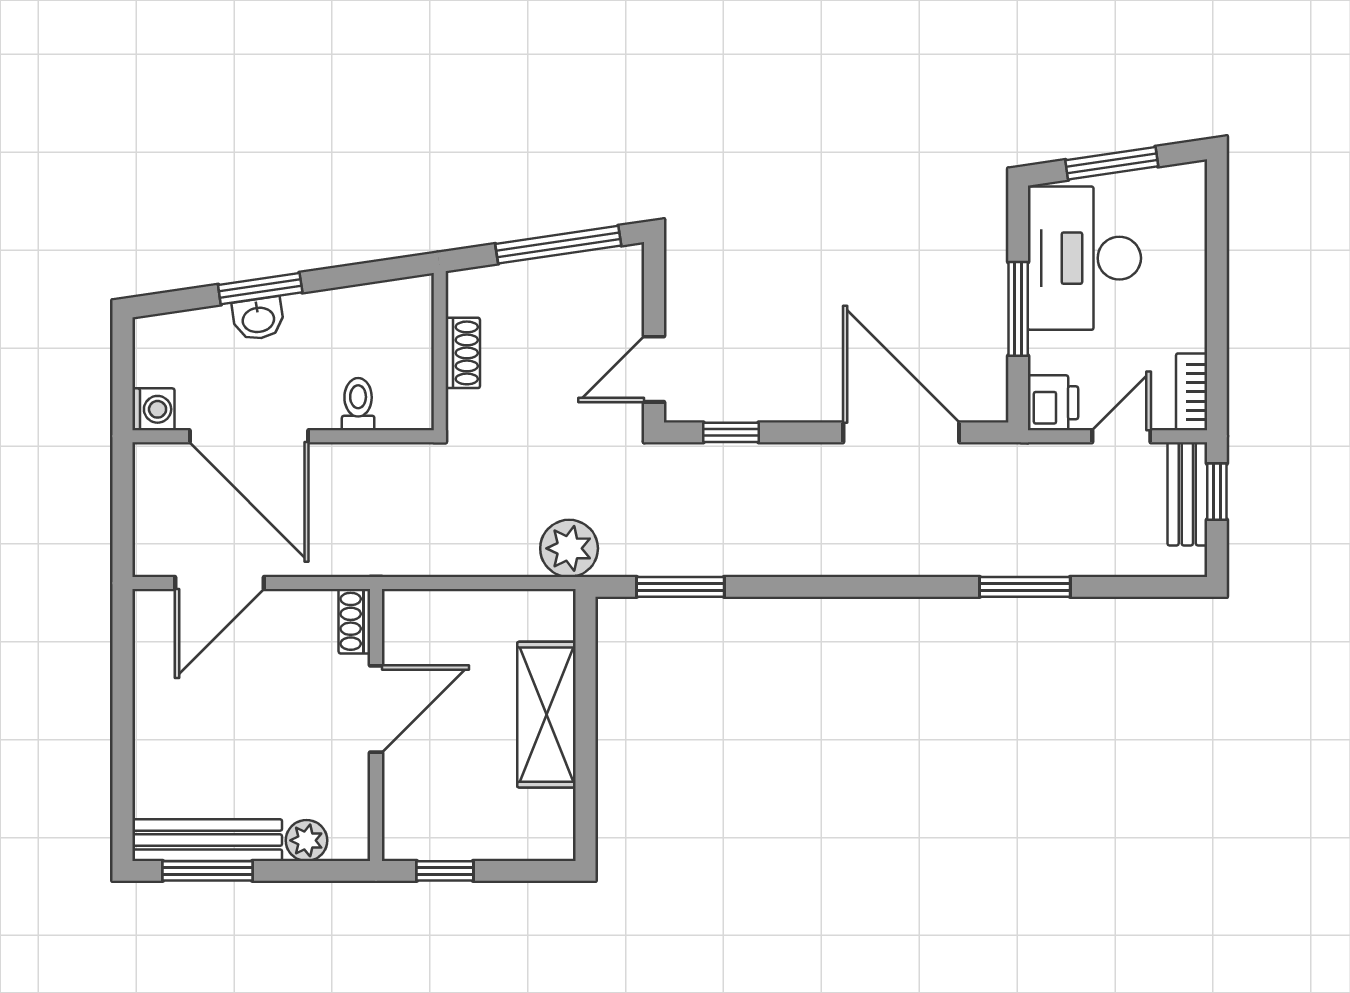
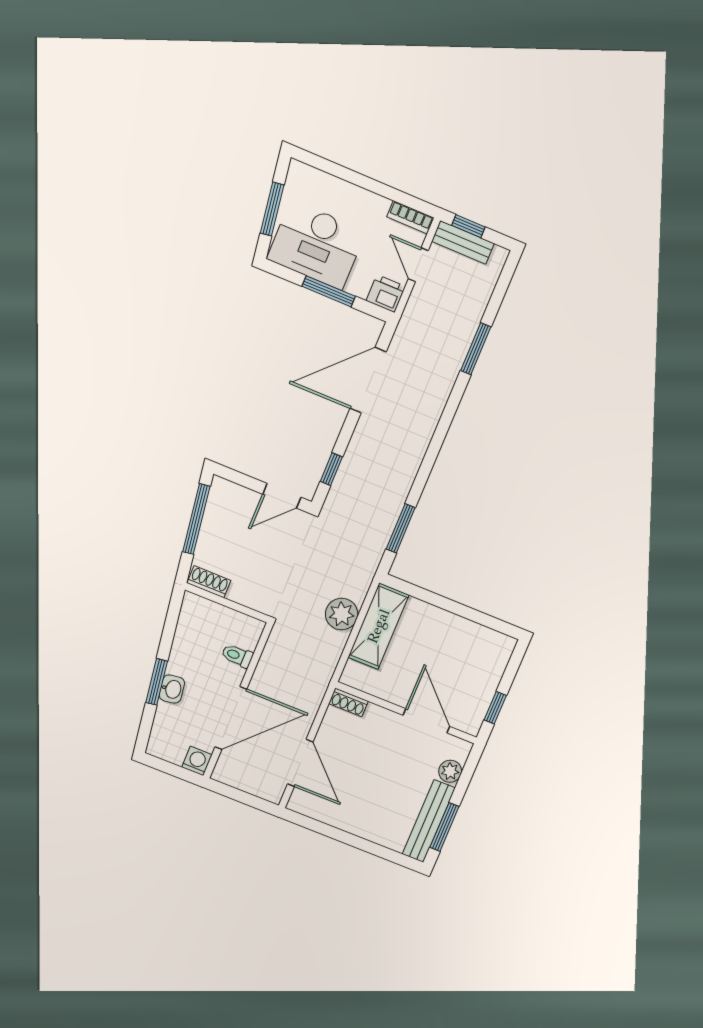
shoe rack: (463, 353) -> (209, 582), moved
door: (654, 369) -> (282, 496), hinge flipped
plant: (569, 548) -> (342, 614), moved
door: (376, 709) -> (426, 721), moved
shelving: (547, 715) -> (378, 626), moved, turned 90

